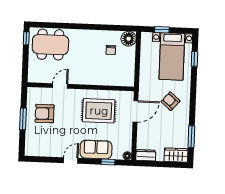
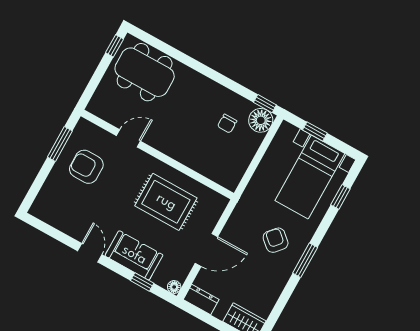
window: (126, 28) -> (265, 104), added
door: (135, 111) -> (206, 250), moved
window: (23, 119) -> (60, 144), moved
window: (191, 137) -> (305, 260), moved
door: (71, 161) -> (90, 253), hinge flipped

